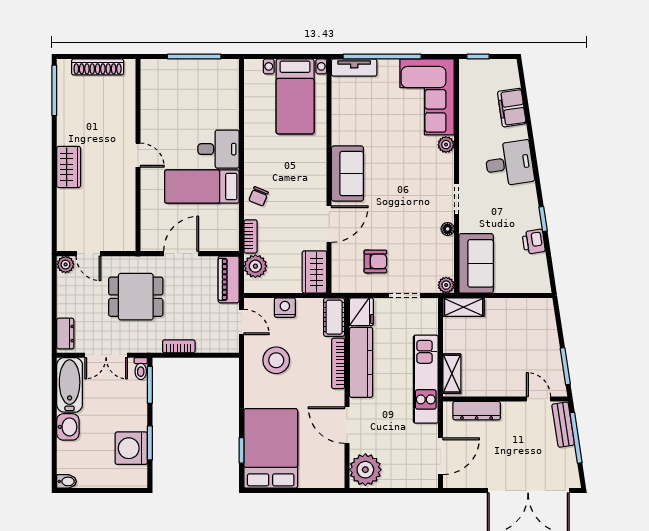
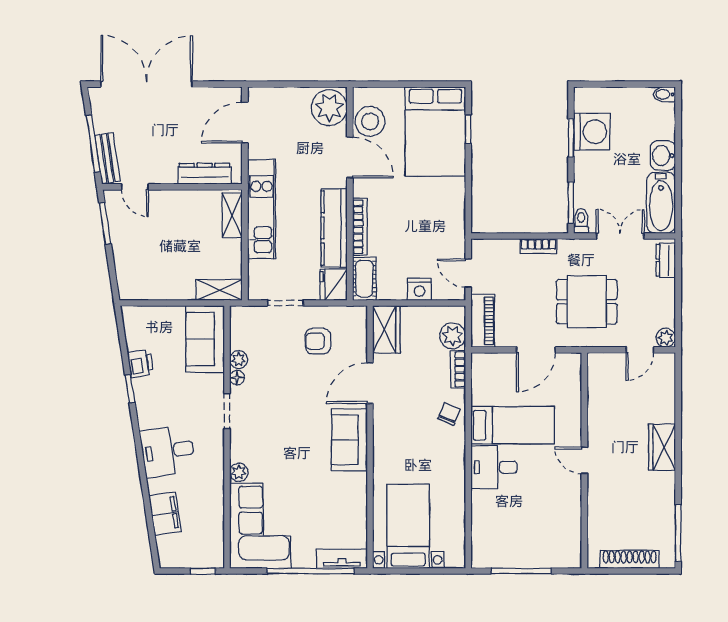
door: (88, 254) -> (640, 350), swing flipped
plant: (446, 285) -> (239, 360), moved
stool: (276, 360) -> (370, 121), moved

